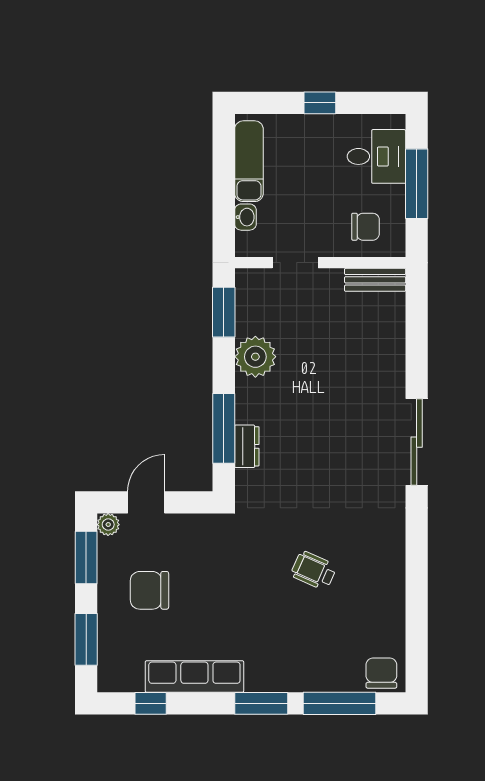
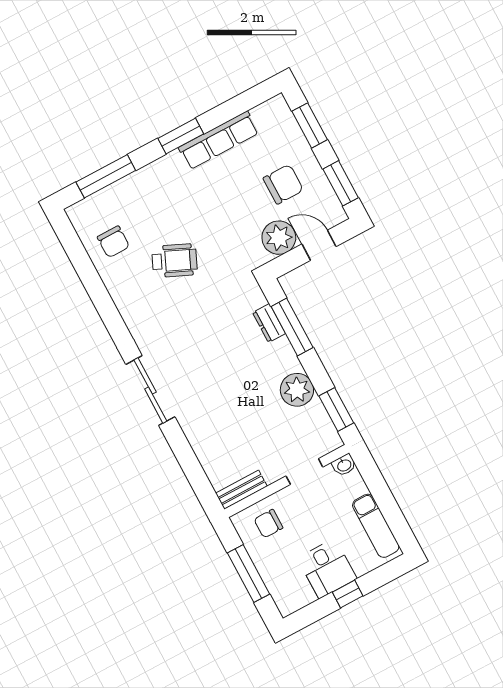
desk: (376, 156) -> (327, 568), moved, turned -90
washbasin: (245, 217) -> (344, 465), moved, turned -90
door: (146, 502) -> (319, 245), swing flipped
plant: (108, 525) -> (279, 238), moved, width x1.88, depth x1.88
wheelchair: (314, 571) -> (174, 261), width x1.36, depth x1.37
chair: (381, 673) -> (113, 242), moved
window: (151, 703) -> (239, 105), removed
window: (261, 703) -> (181, 136), moved

